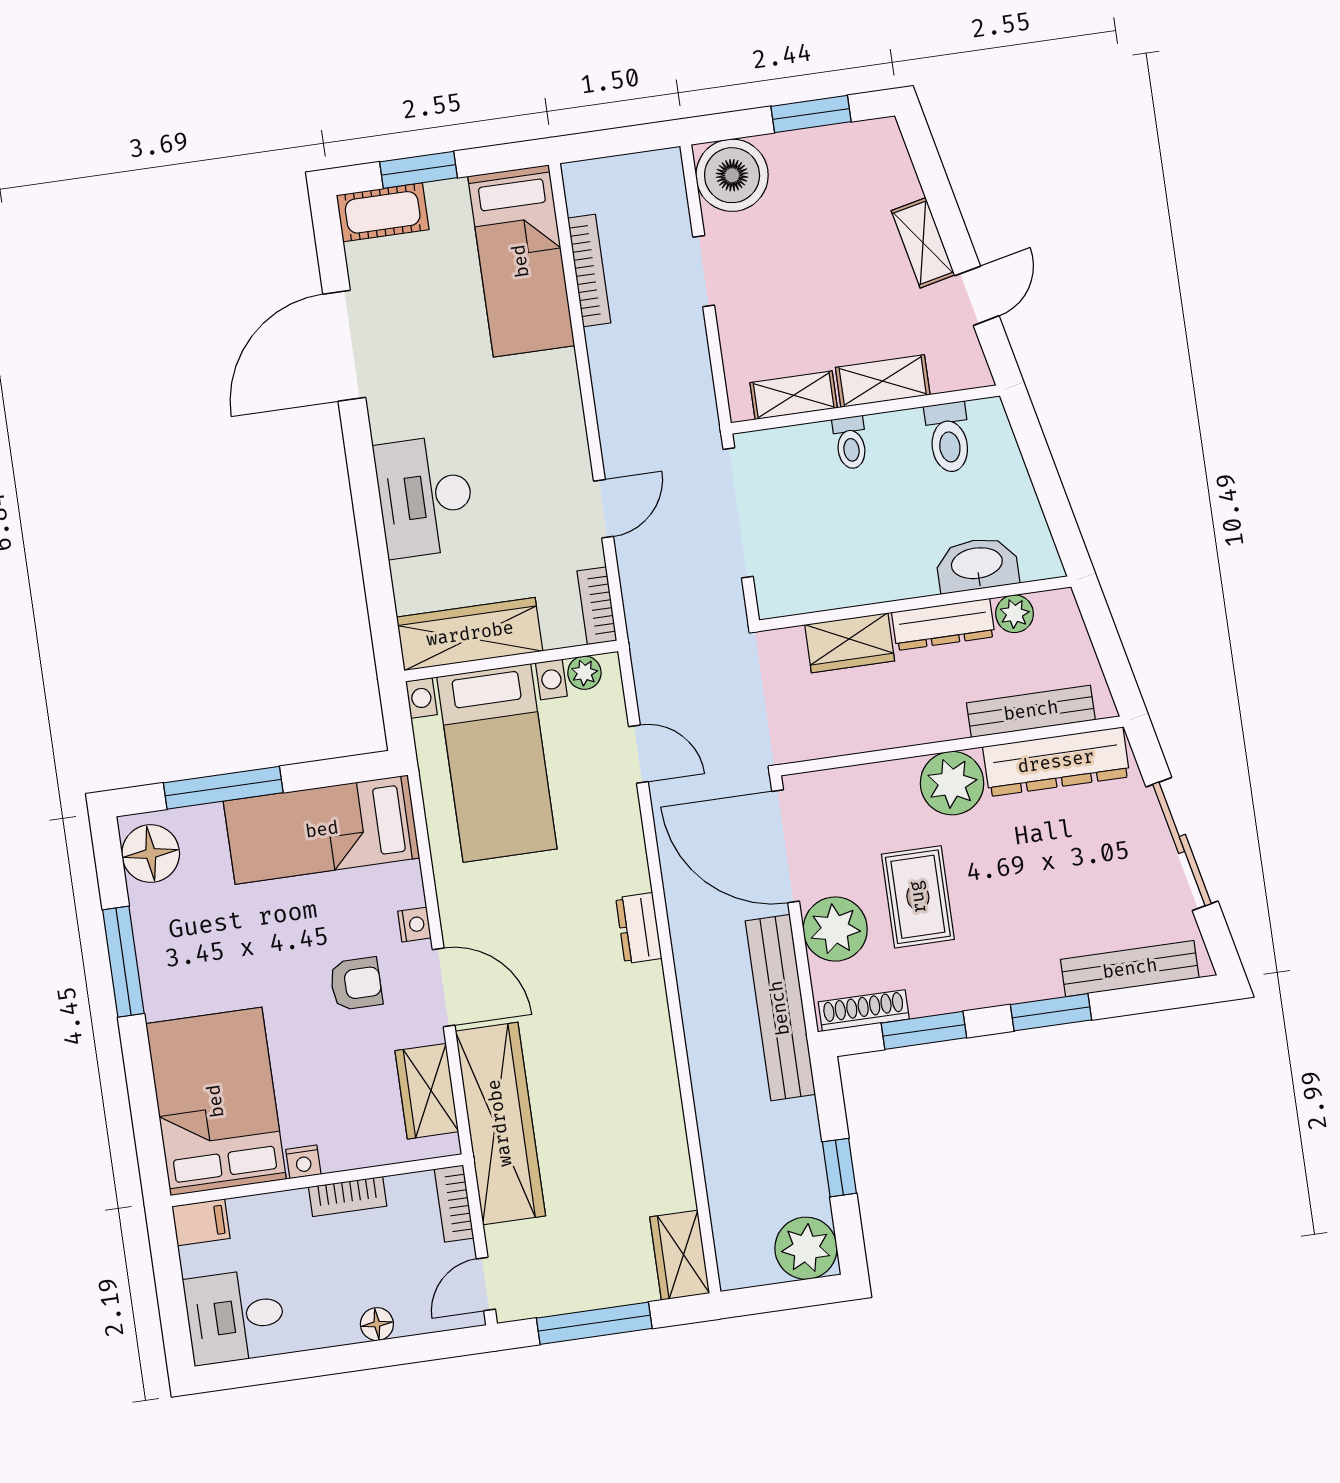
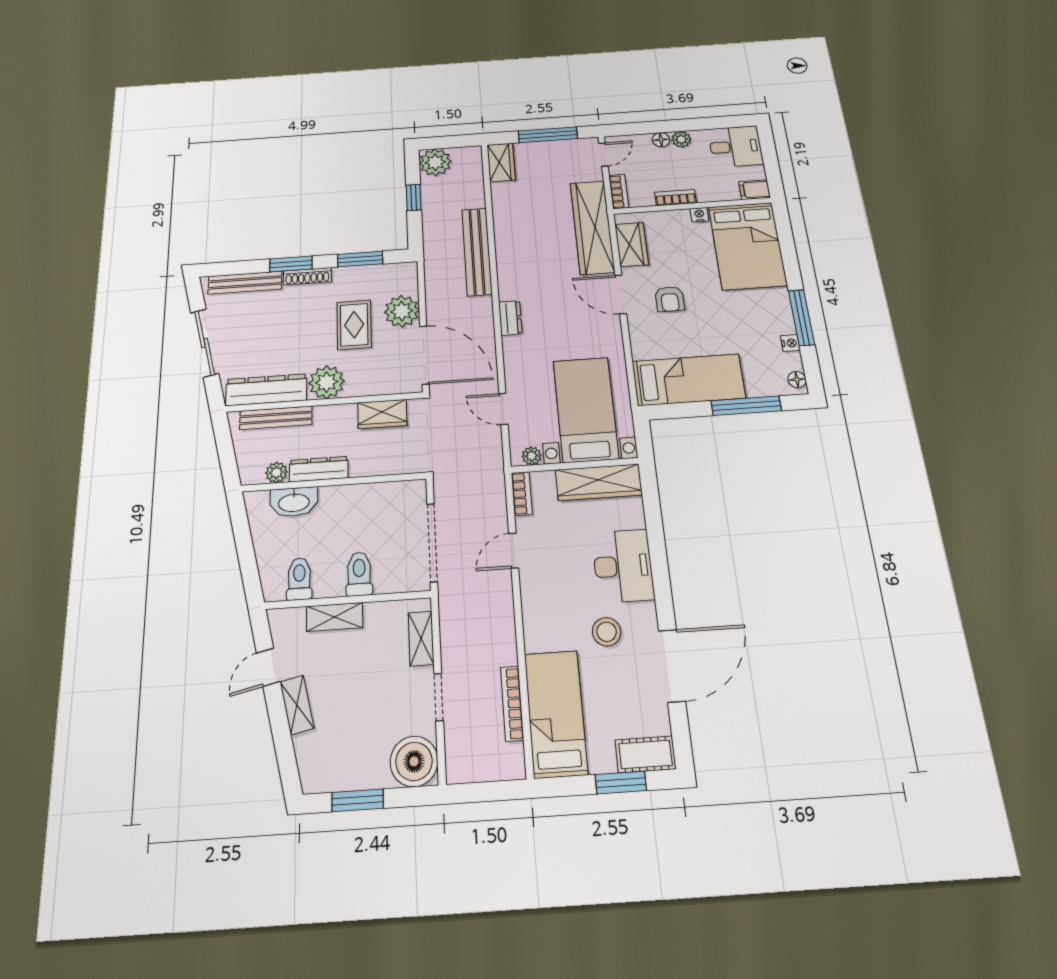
stool: (448, 390) -> (607, 632), added
shelving: (794, 395) -> (421, 638), moved, turned 90
toilet: (850, 443) -> (359, 574), width x1.37, depth x1.39
wardrobe: (850, 643) -> (382, 414), moved, turned 180
floor lamp: (151, 854) -> (797, 380), width x0.53, depth x0.53
nightstand: (414, 925) -> (790, 343), moved, turned 180
armchair: (356, 984) -> (670, 299), turned -90
bench: (780, 1008) -> (477, 252), moved
shoe rack: (864, 1010) -> (307, 276), moved
plant: (338, 1327) -> (681, 139), added

